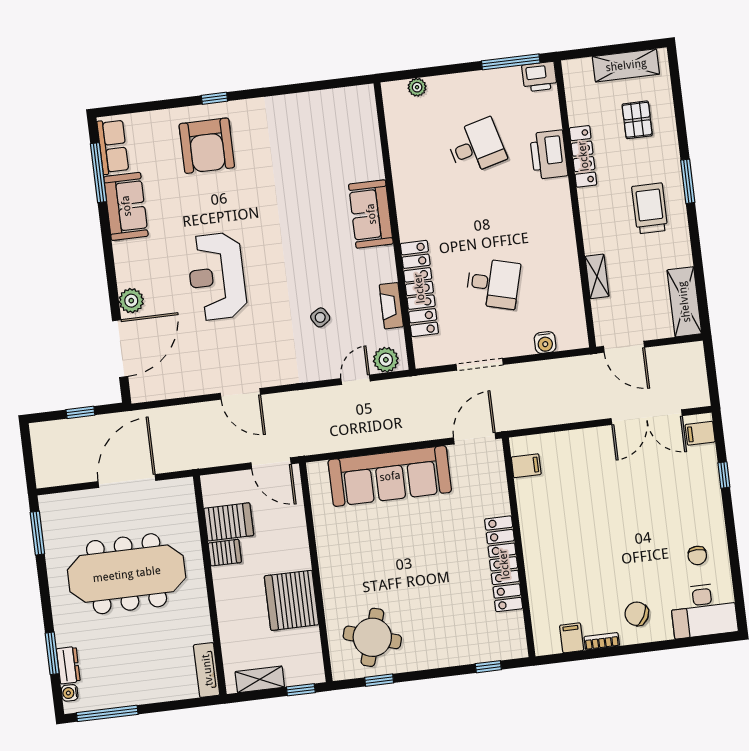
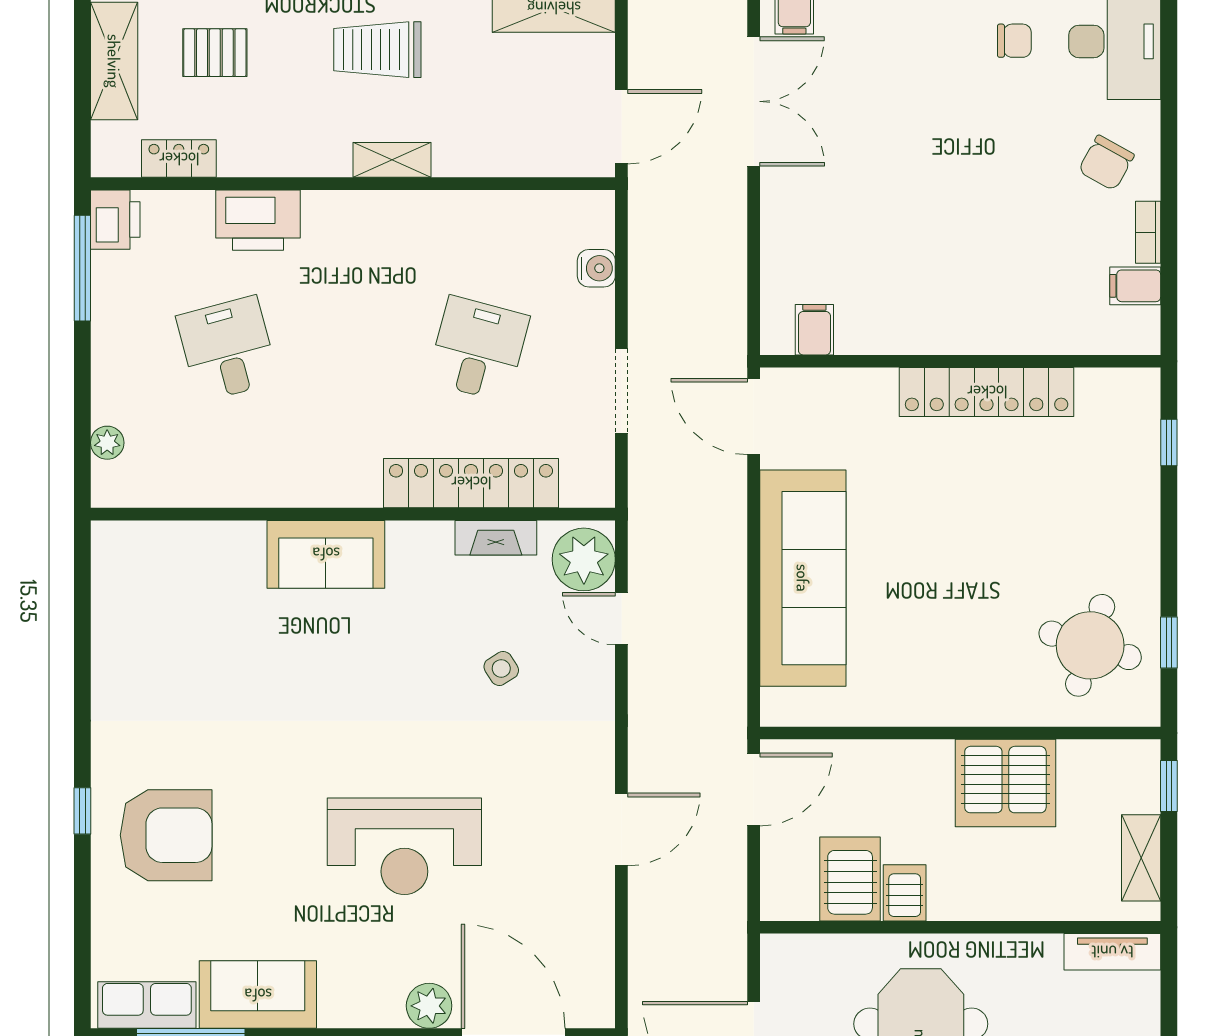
locker: (583, 156) -> (179, 159), moved, width x0.66
shelving: (597, 276) -> (392, 160), moved
plant: (386, 360) -> (584, 559), width x1.36, depth x1.36

